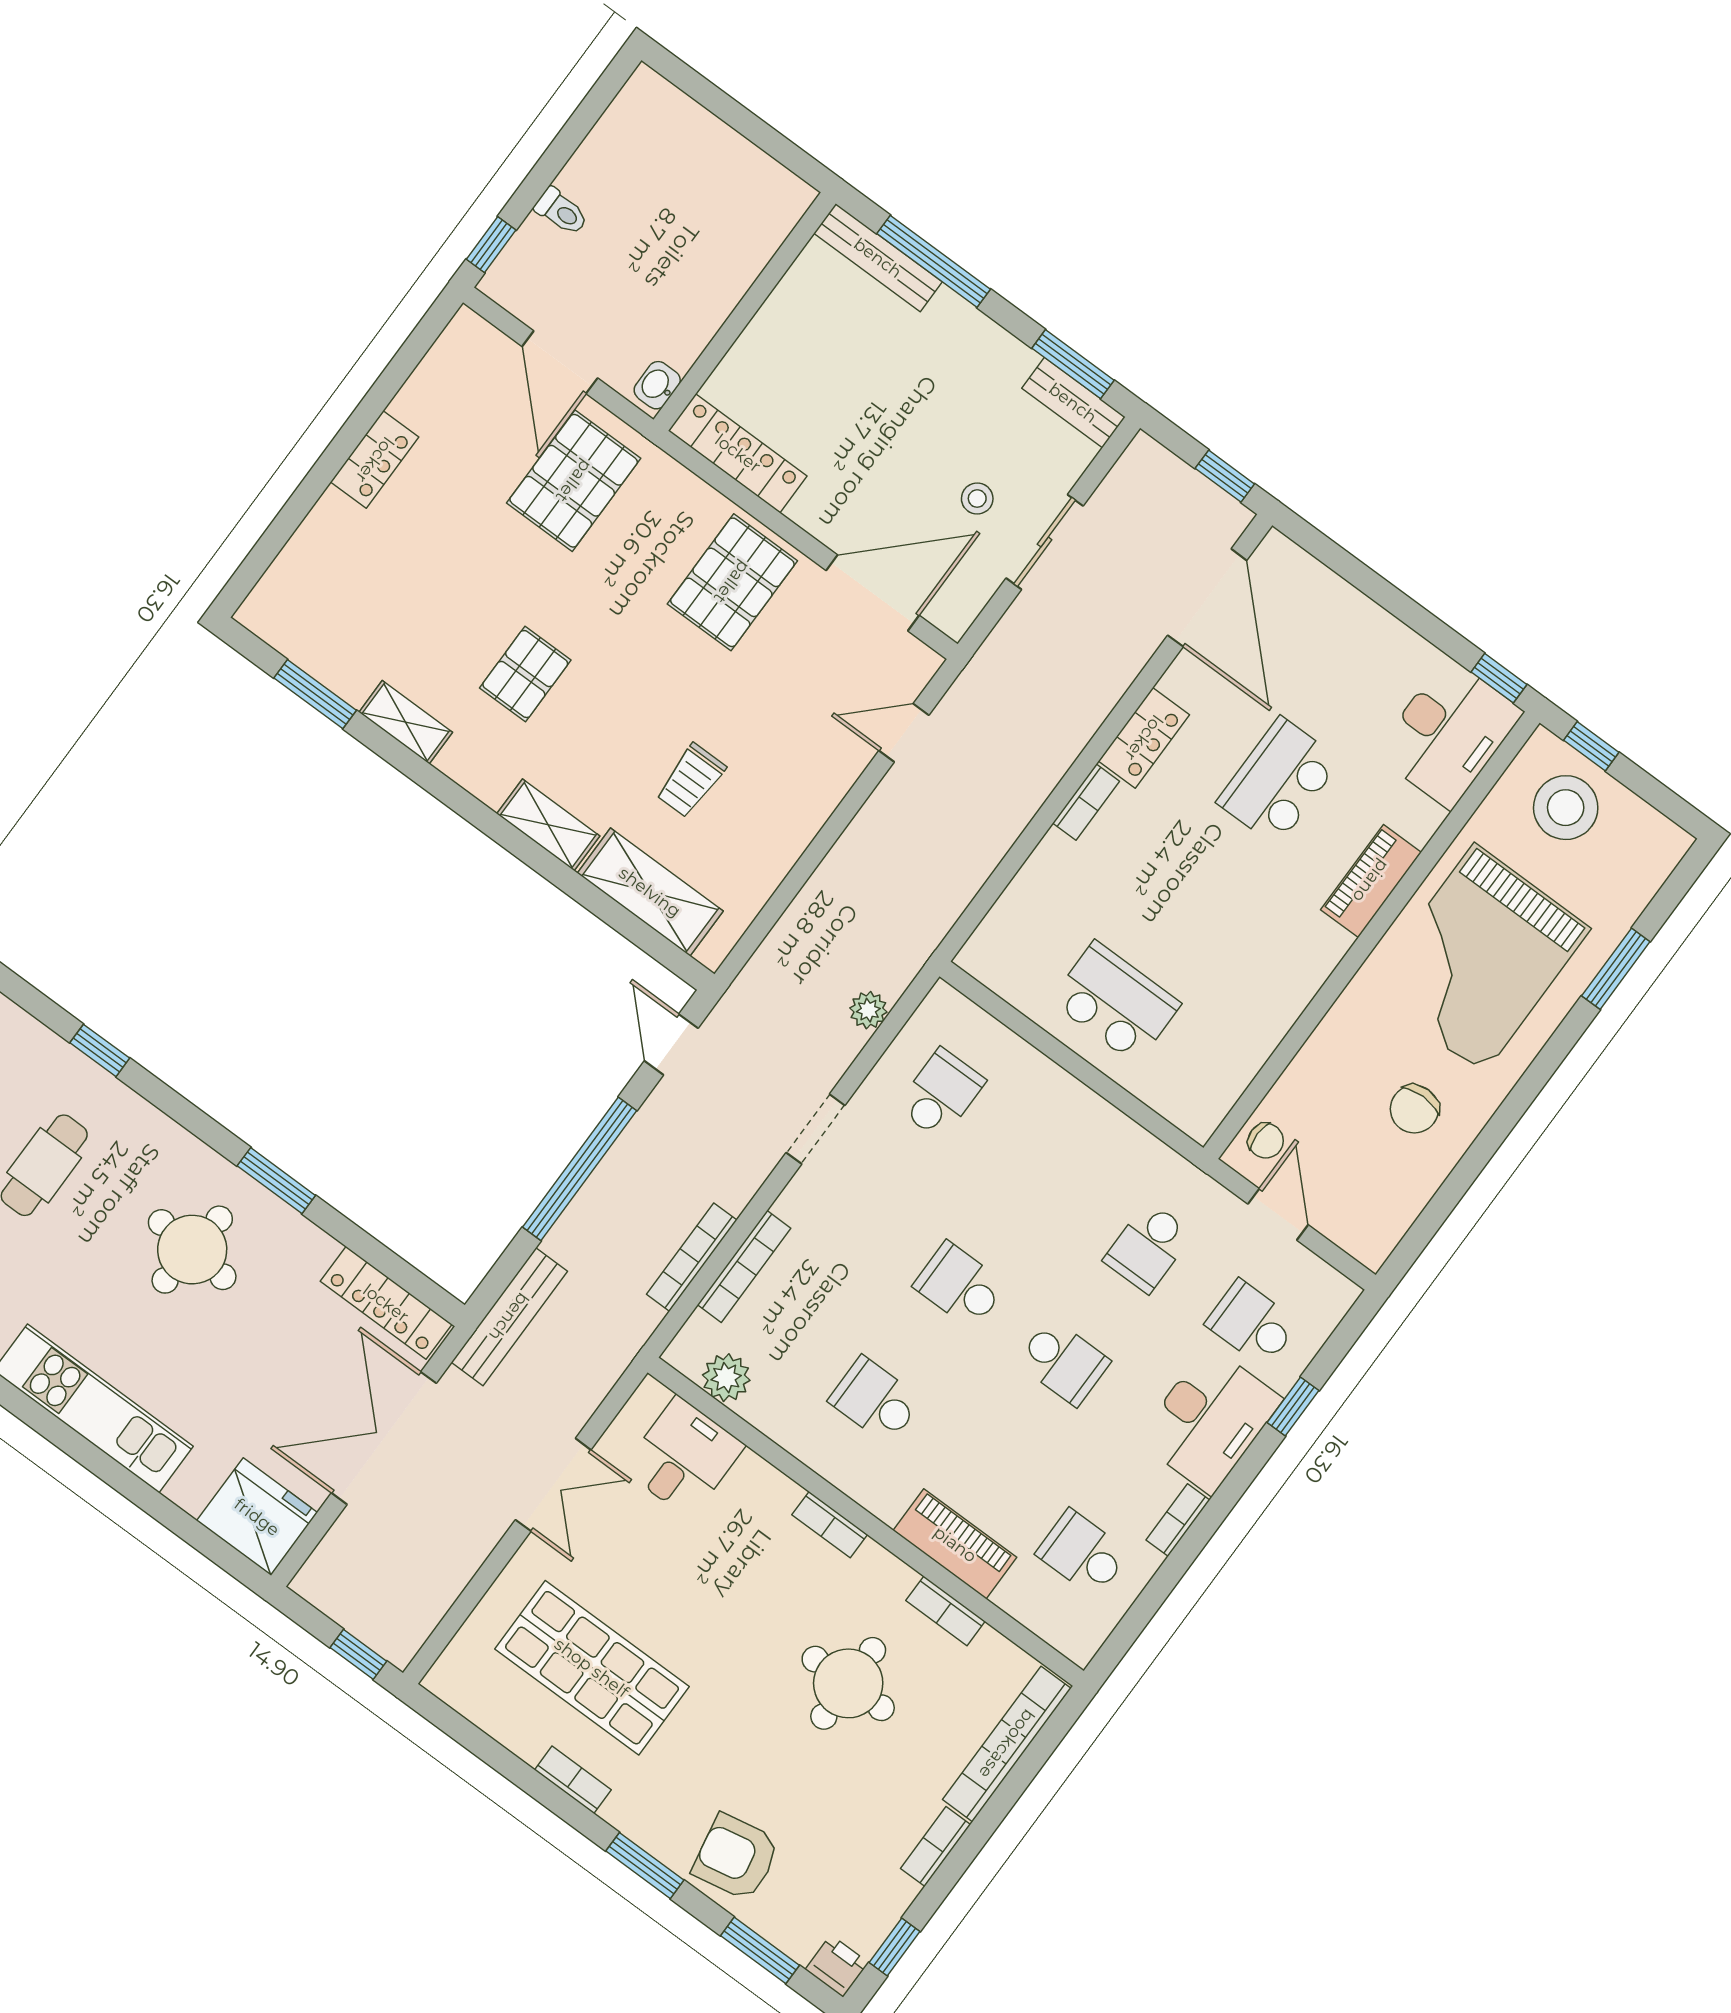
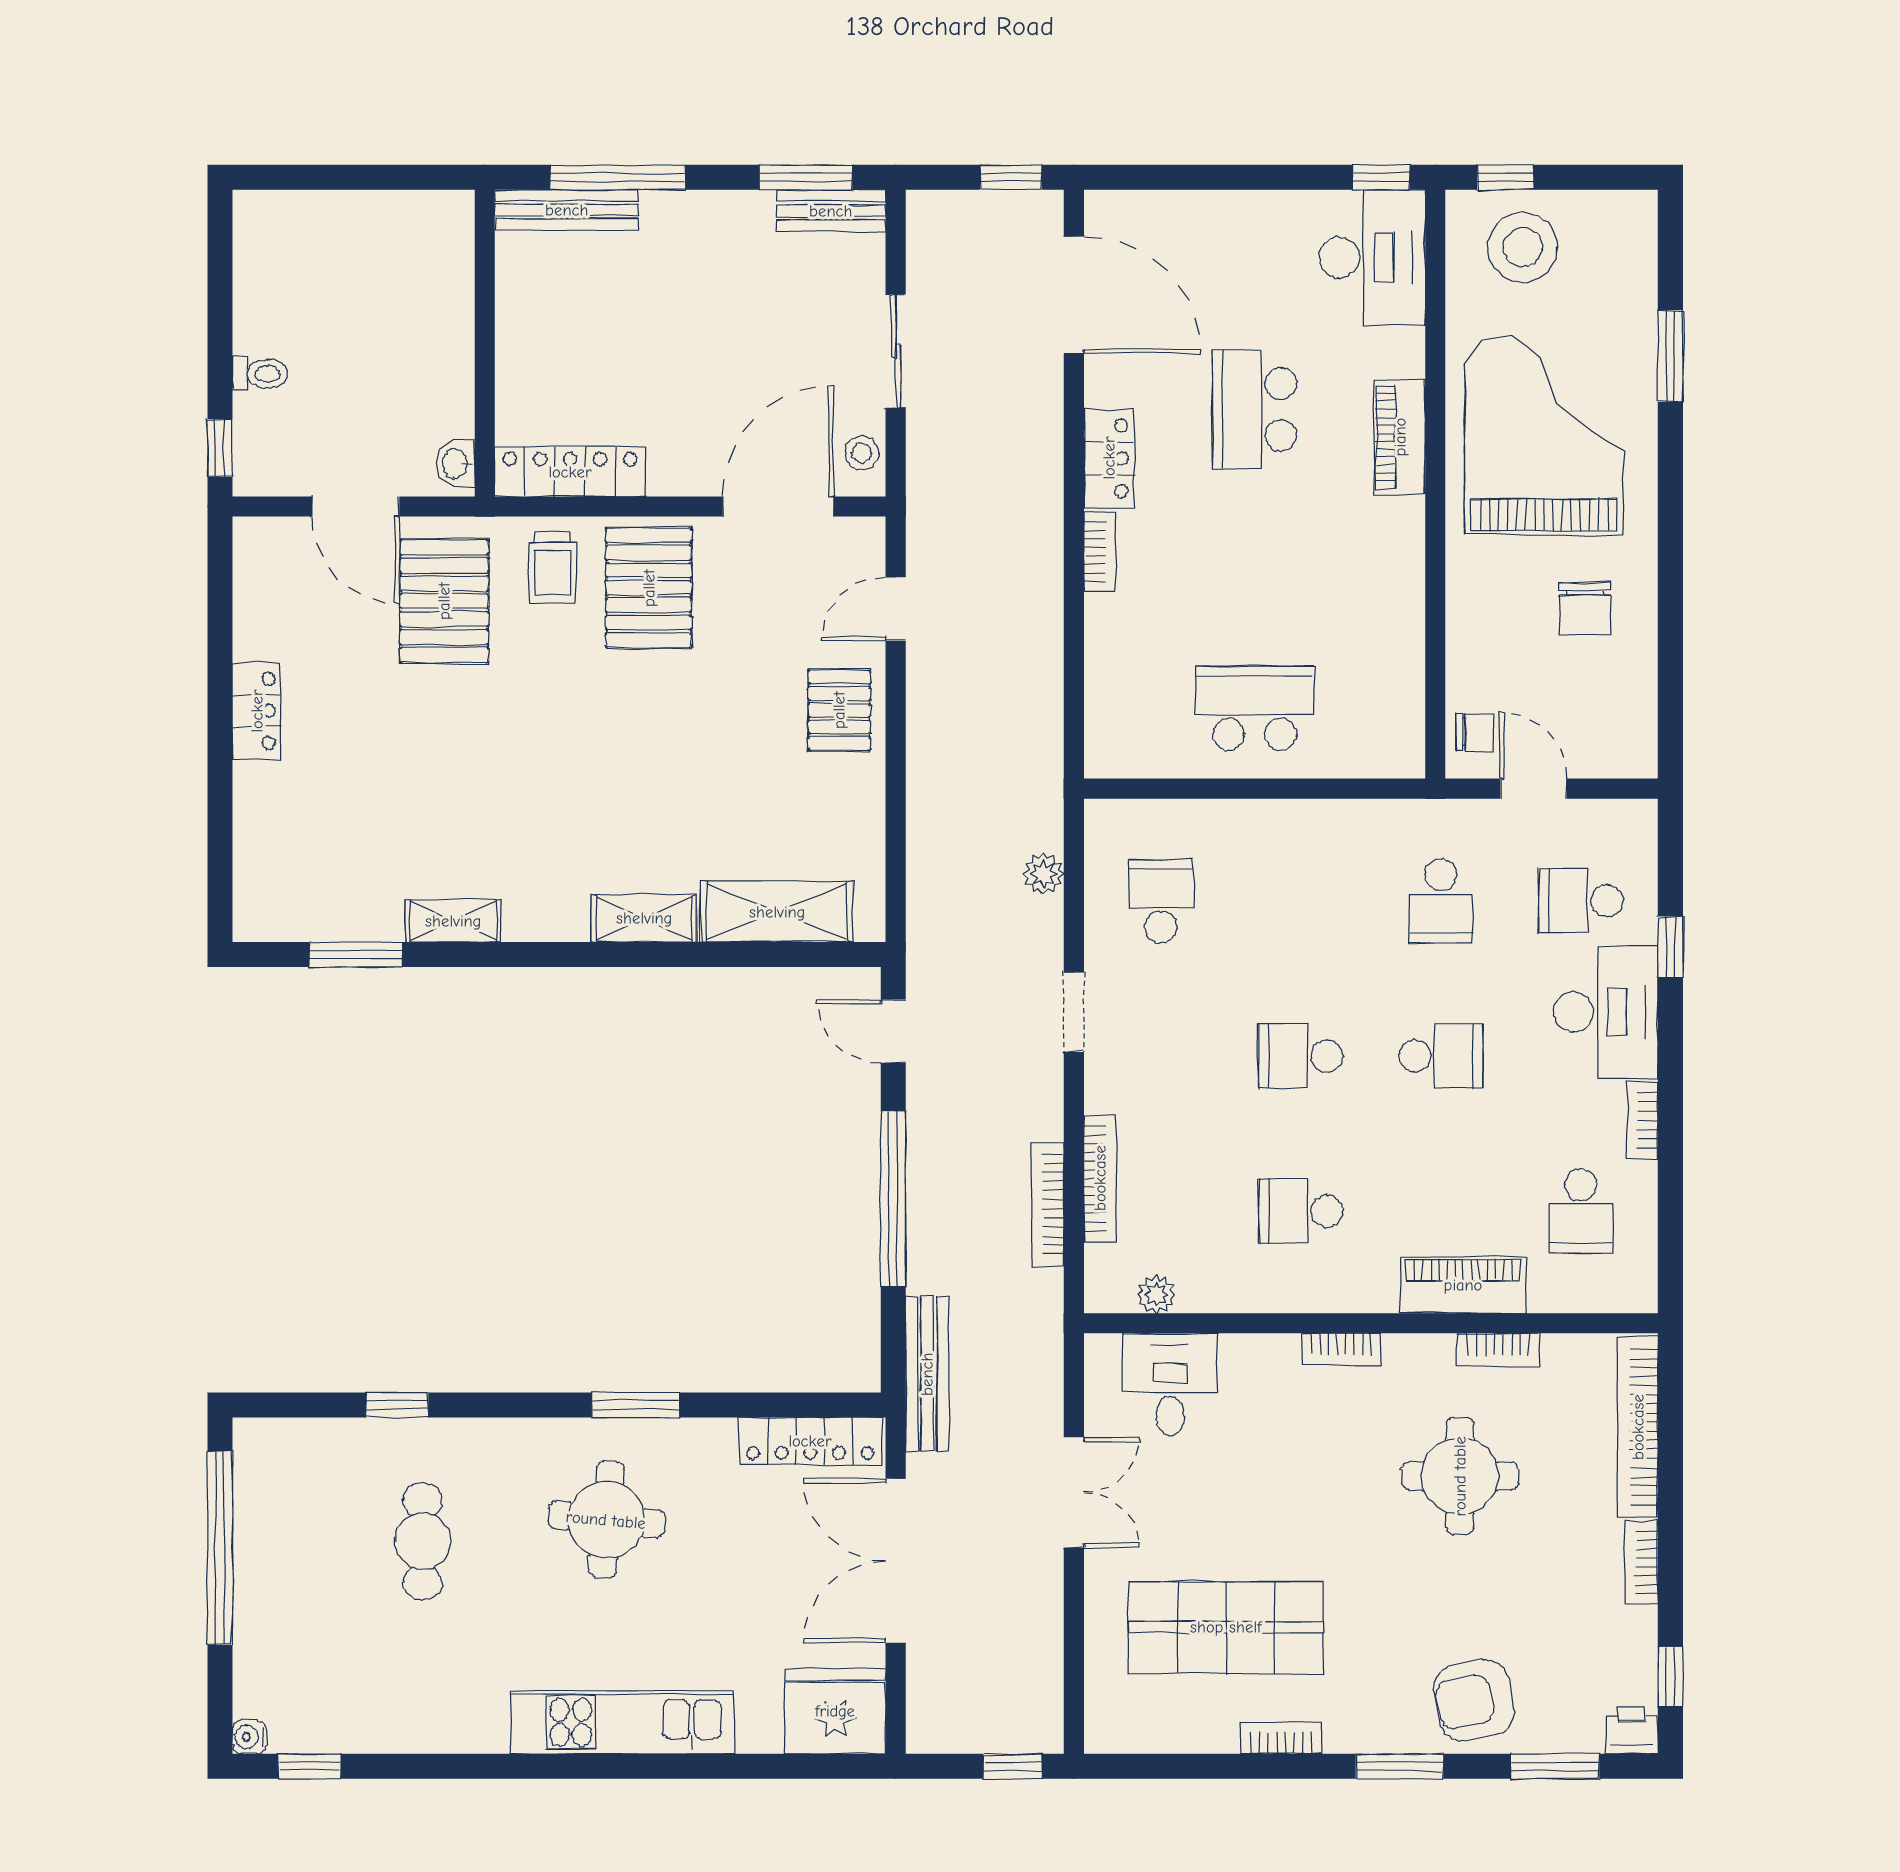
stool: (977, 498) -> (862, 453), moved
pallet: (525, 674) -> (839, 710), moved
trolley: (691, 781) -> (553, 568), moved
grand piano: (1479, 959) -> (1544, 436), turned 180
plant: (726, 1378) -> (1156, 1294), width x0.73, depth x0.73
school desk: (1083, 1553) -> (1581, 1211), turned -90

